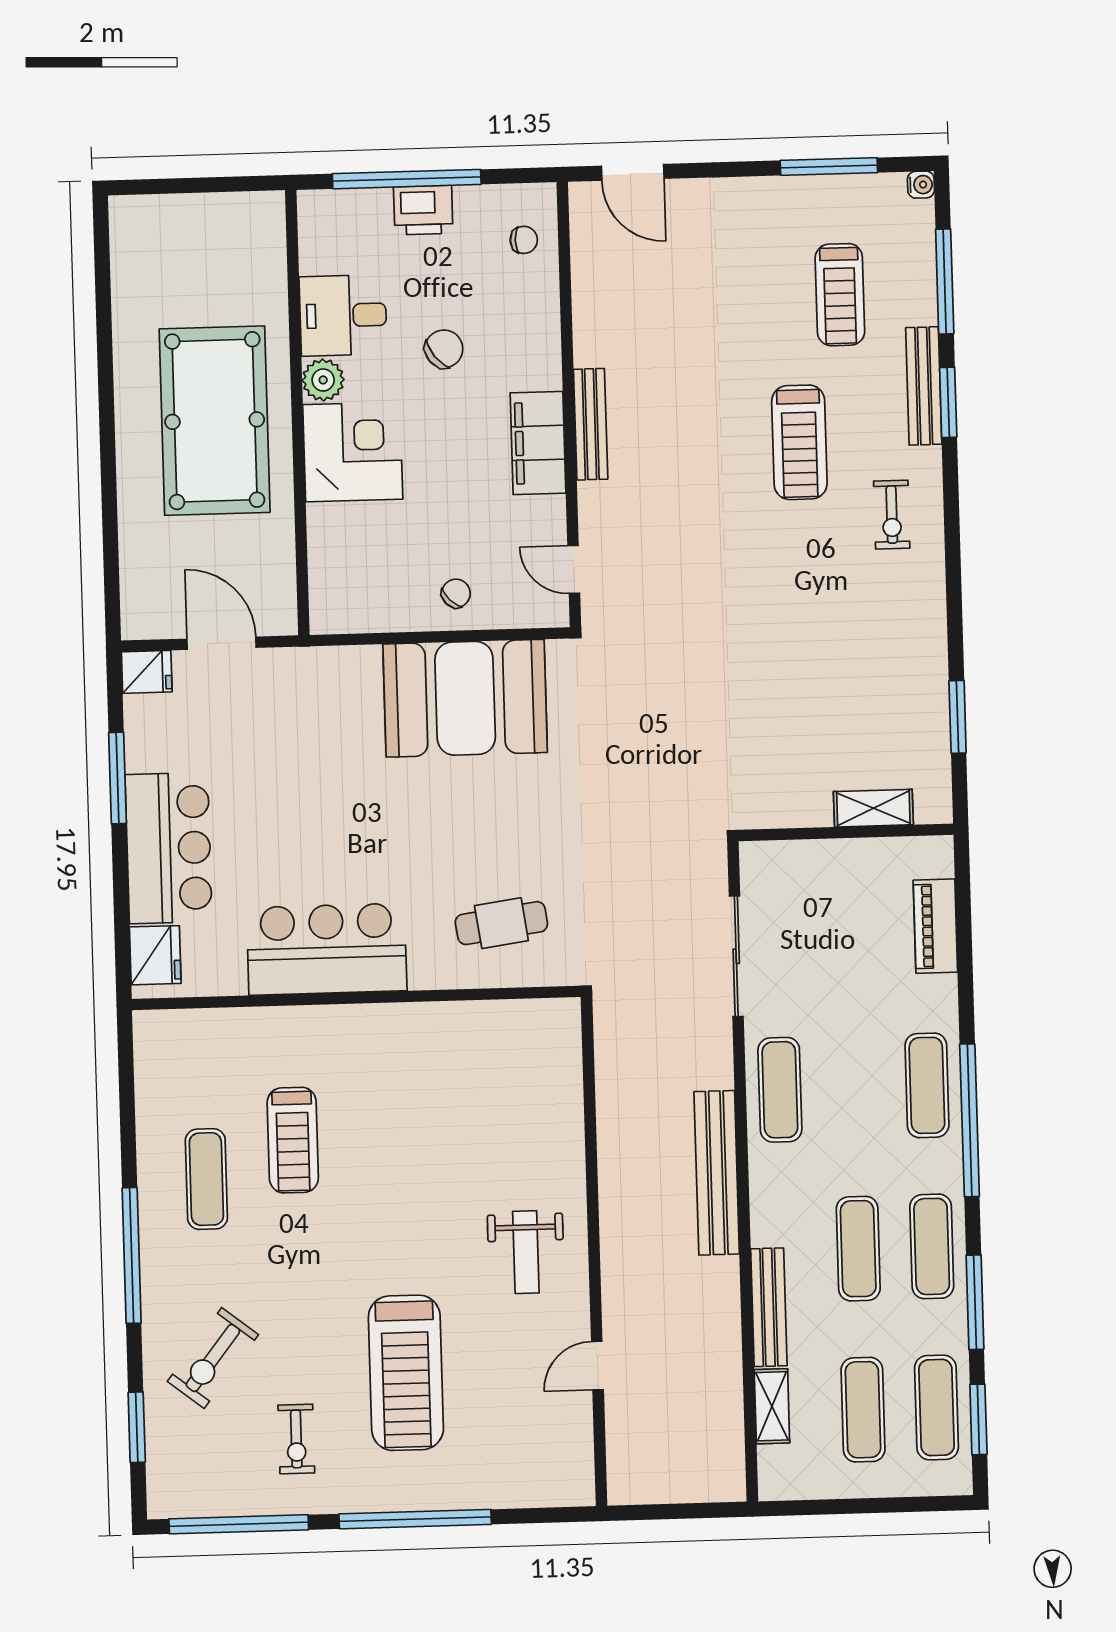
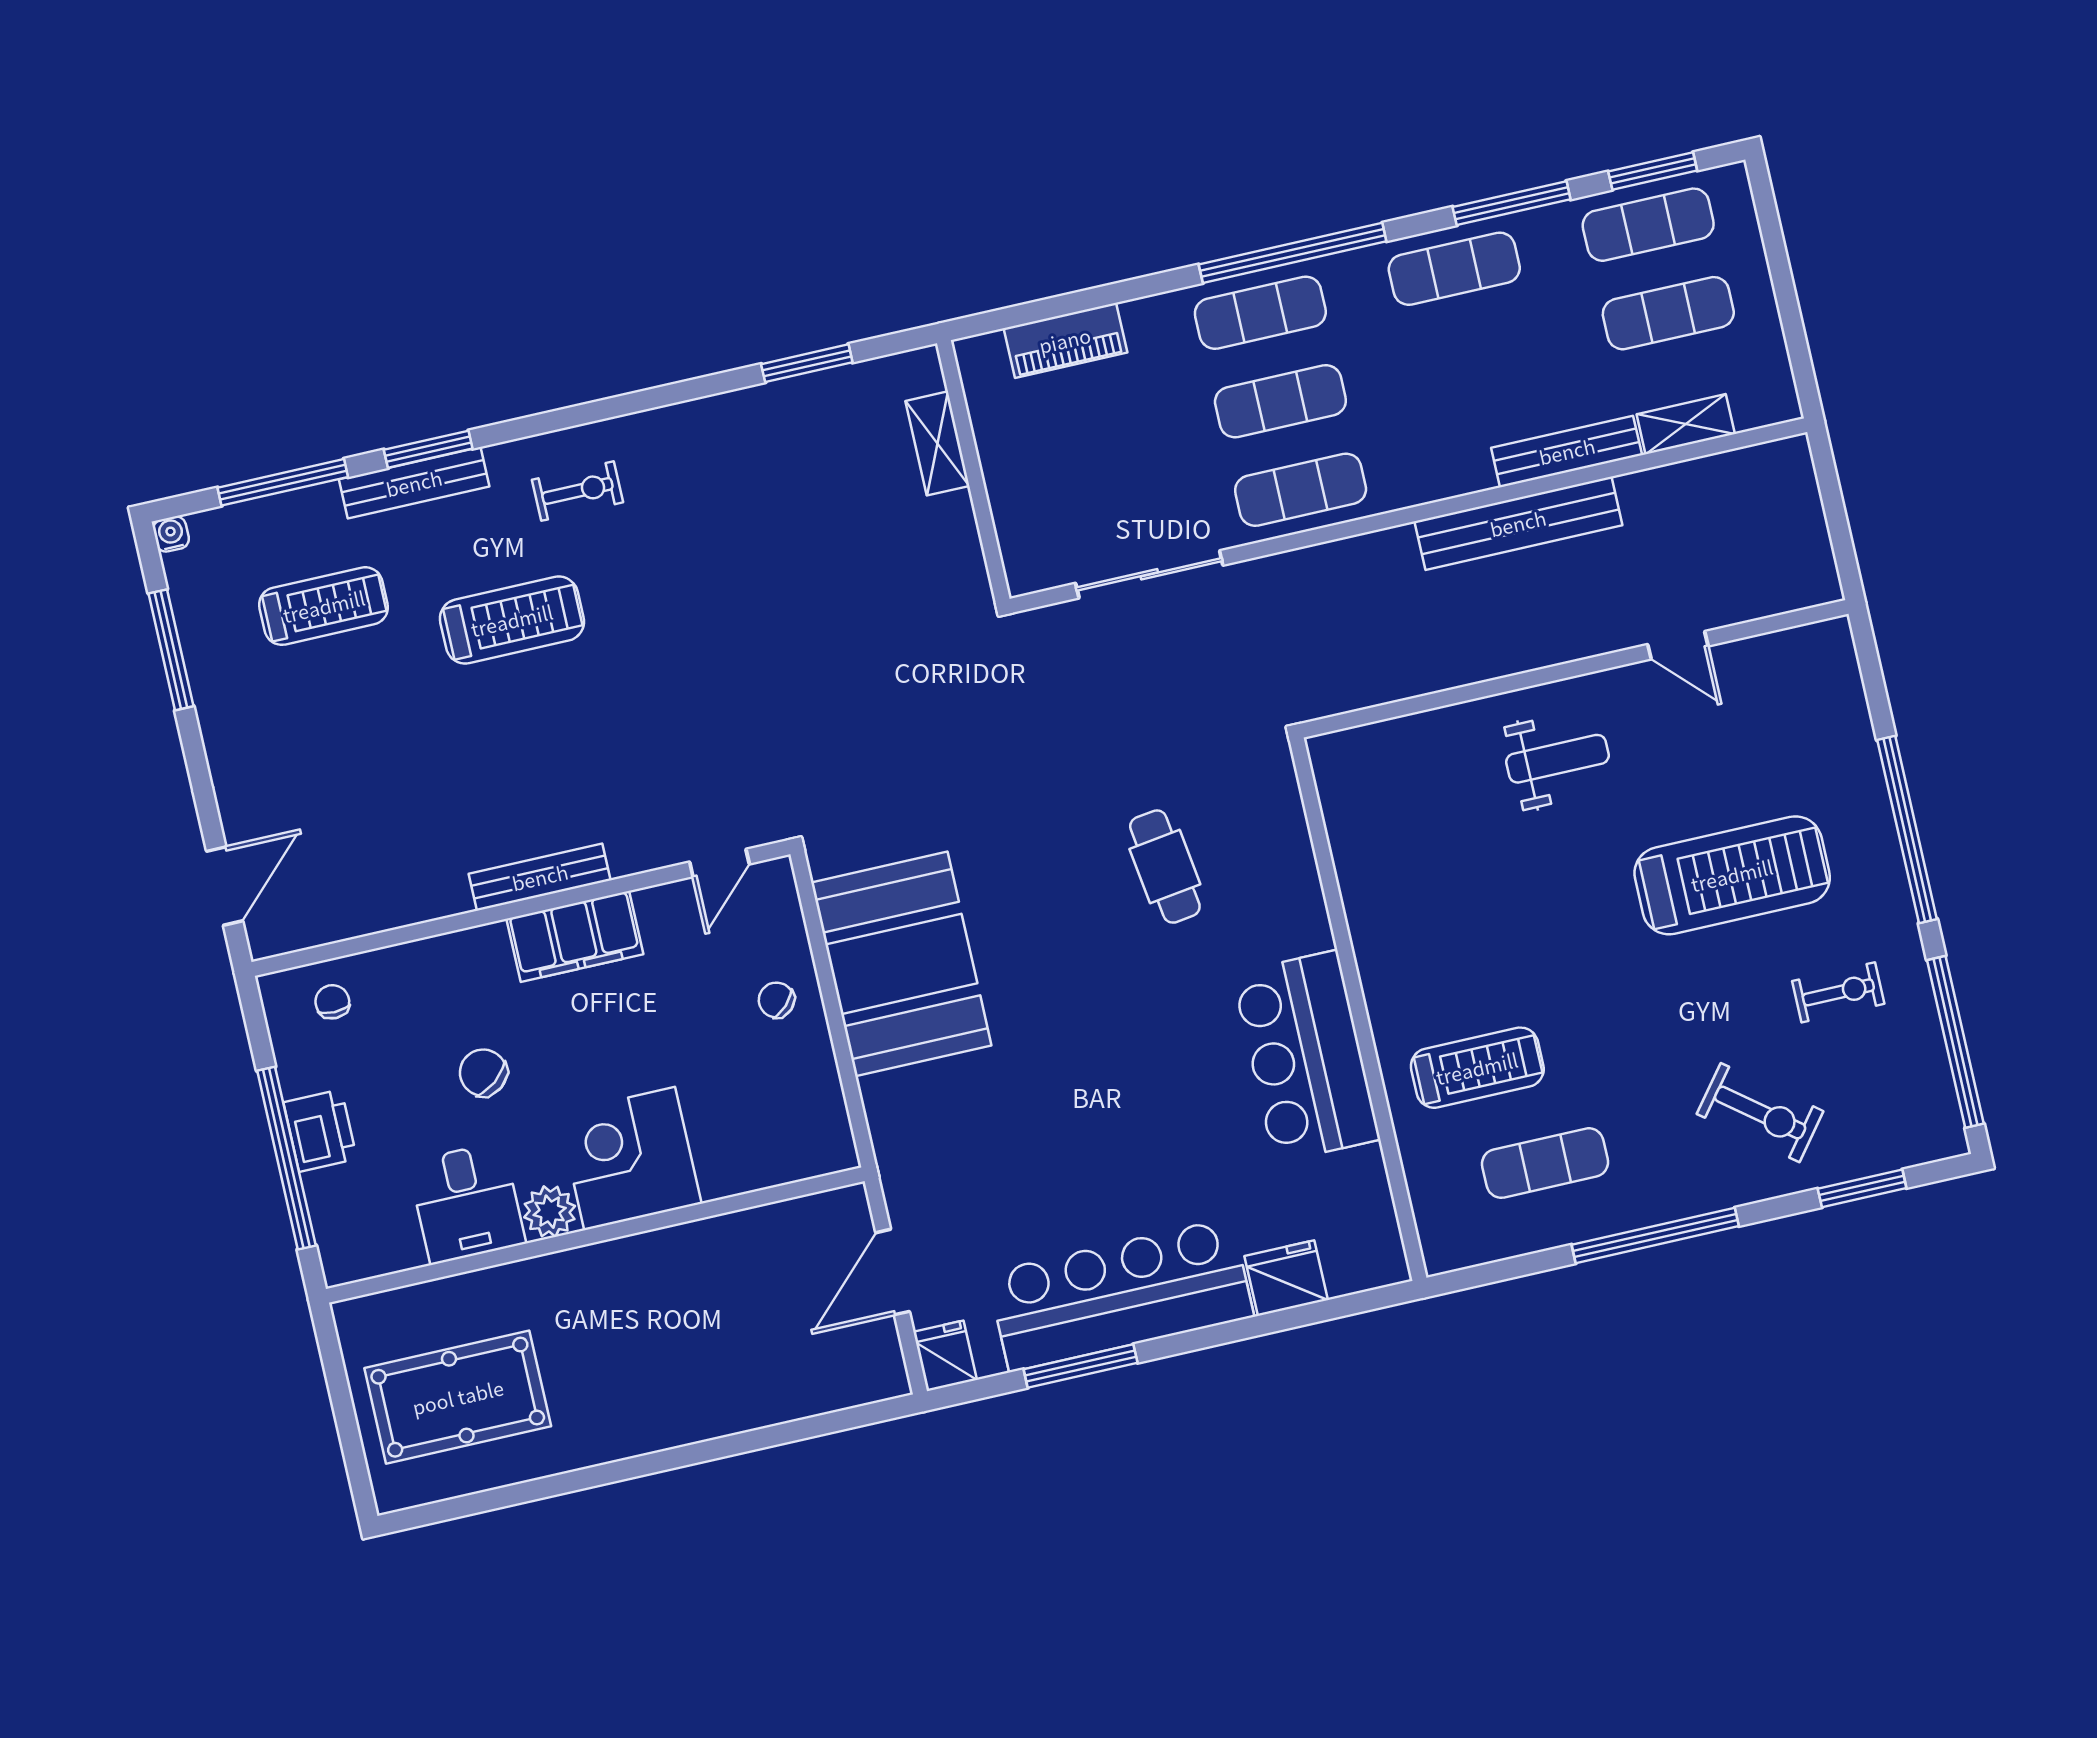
pool table: (215, 421) -> (458, 1397), moved, width x0.73, depth x0.76
bar counter: (169, 848) -> (1121, 1295), width x1.36
bar counter: (327, 949) -> (1306, 1057), moved
wall: (356, 998) -> (1358, 1009), moved
bench: (717, 1173) -> (1518, 523), moved
exercise mat: (858, 1249) -> (1280, 401), moved

